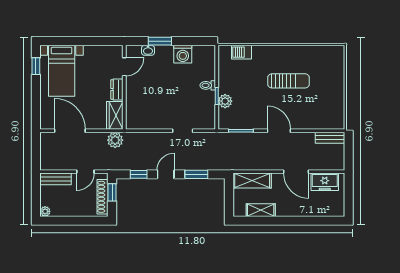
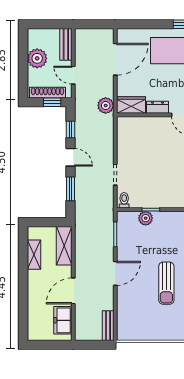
toilet: (208, 85) -> (124, 200), moved
plant: (45, 211) -> (37, 58), moved, width x1.87, depth x1.87

